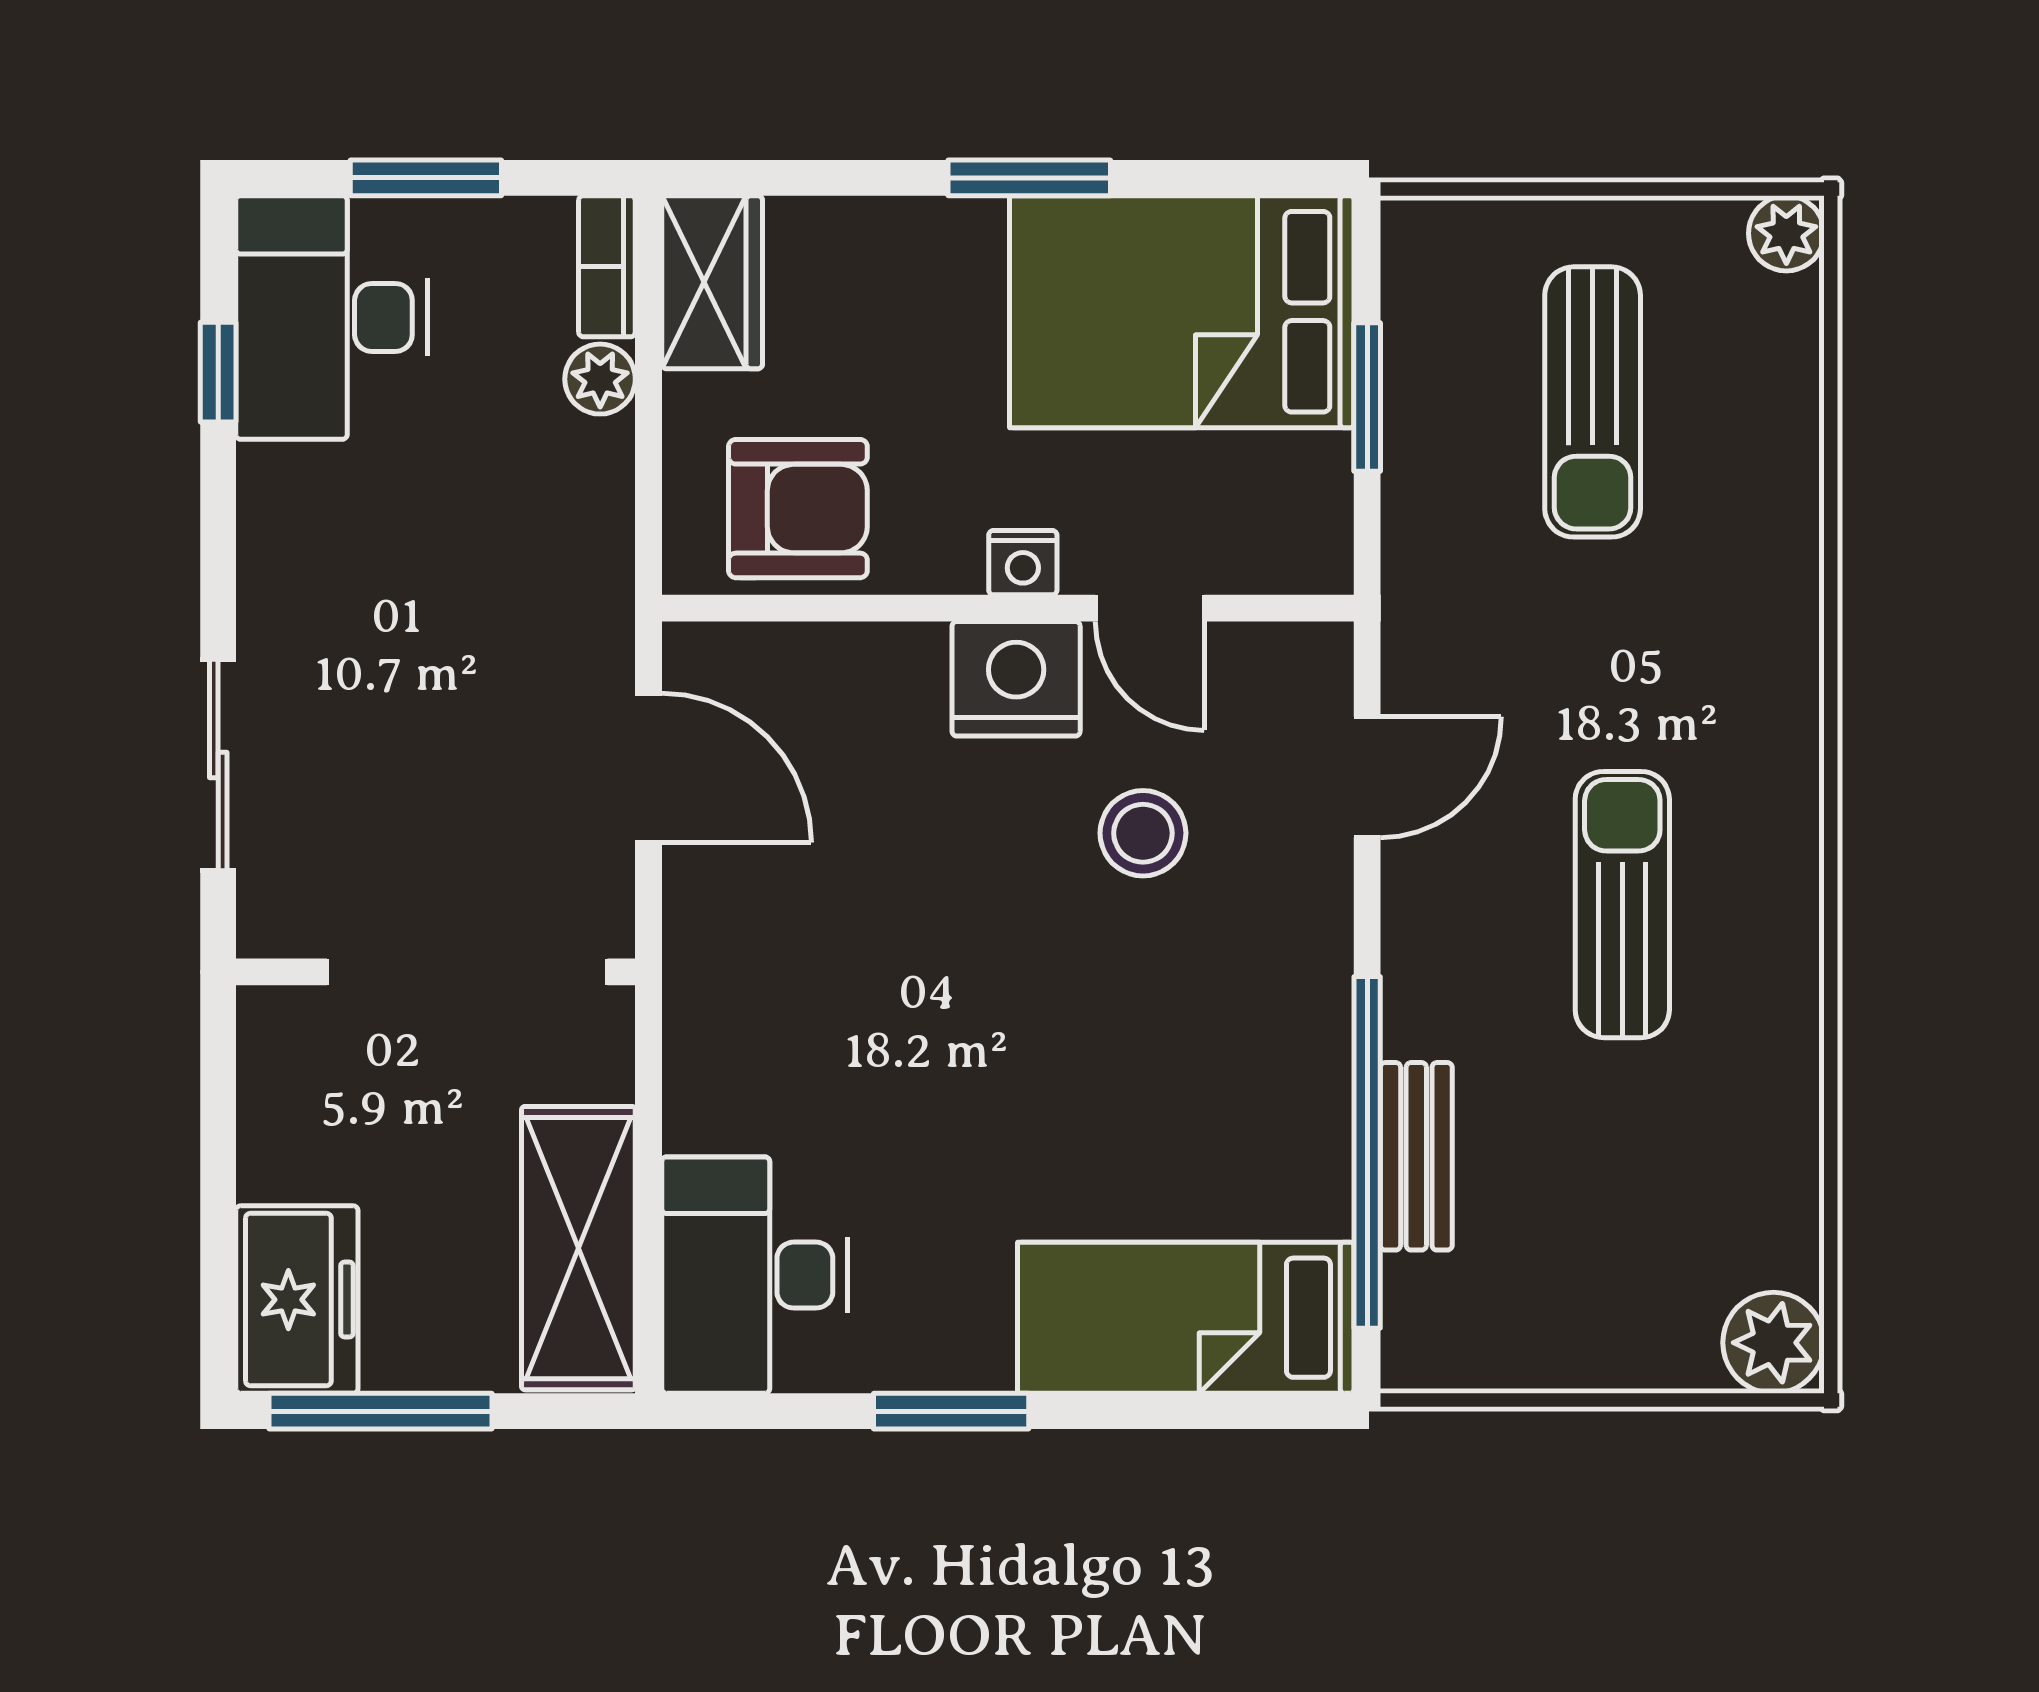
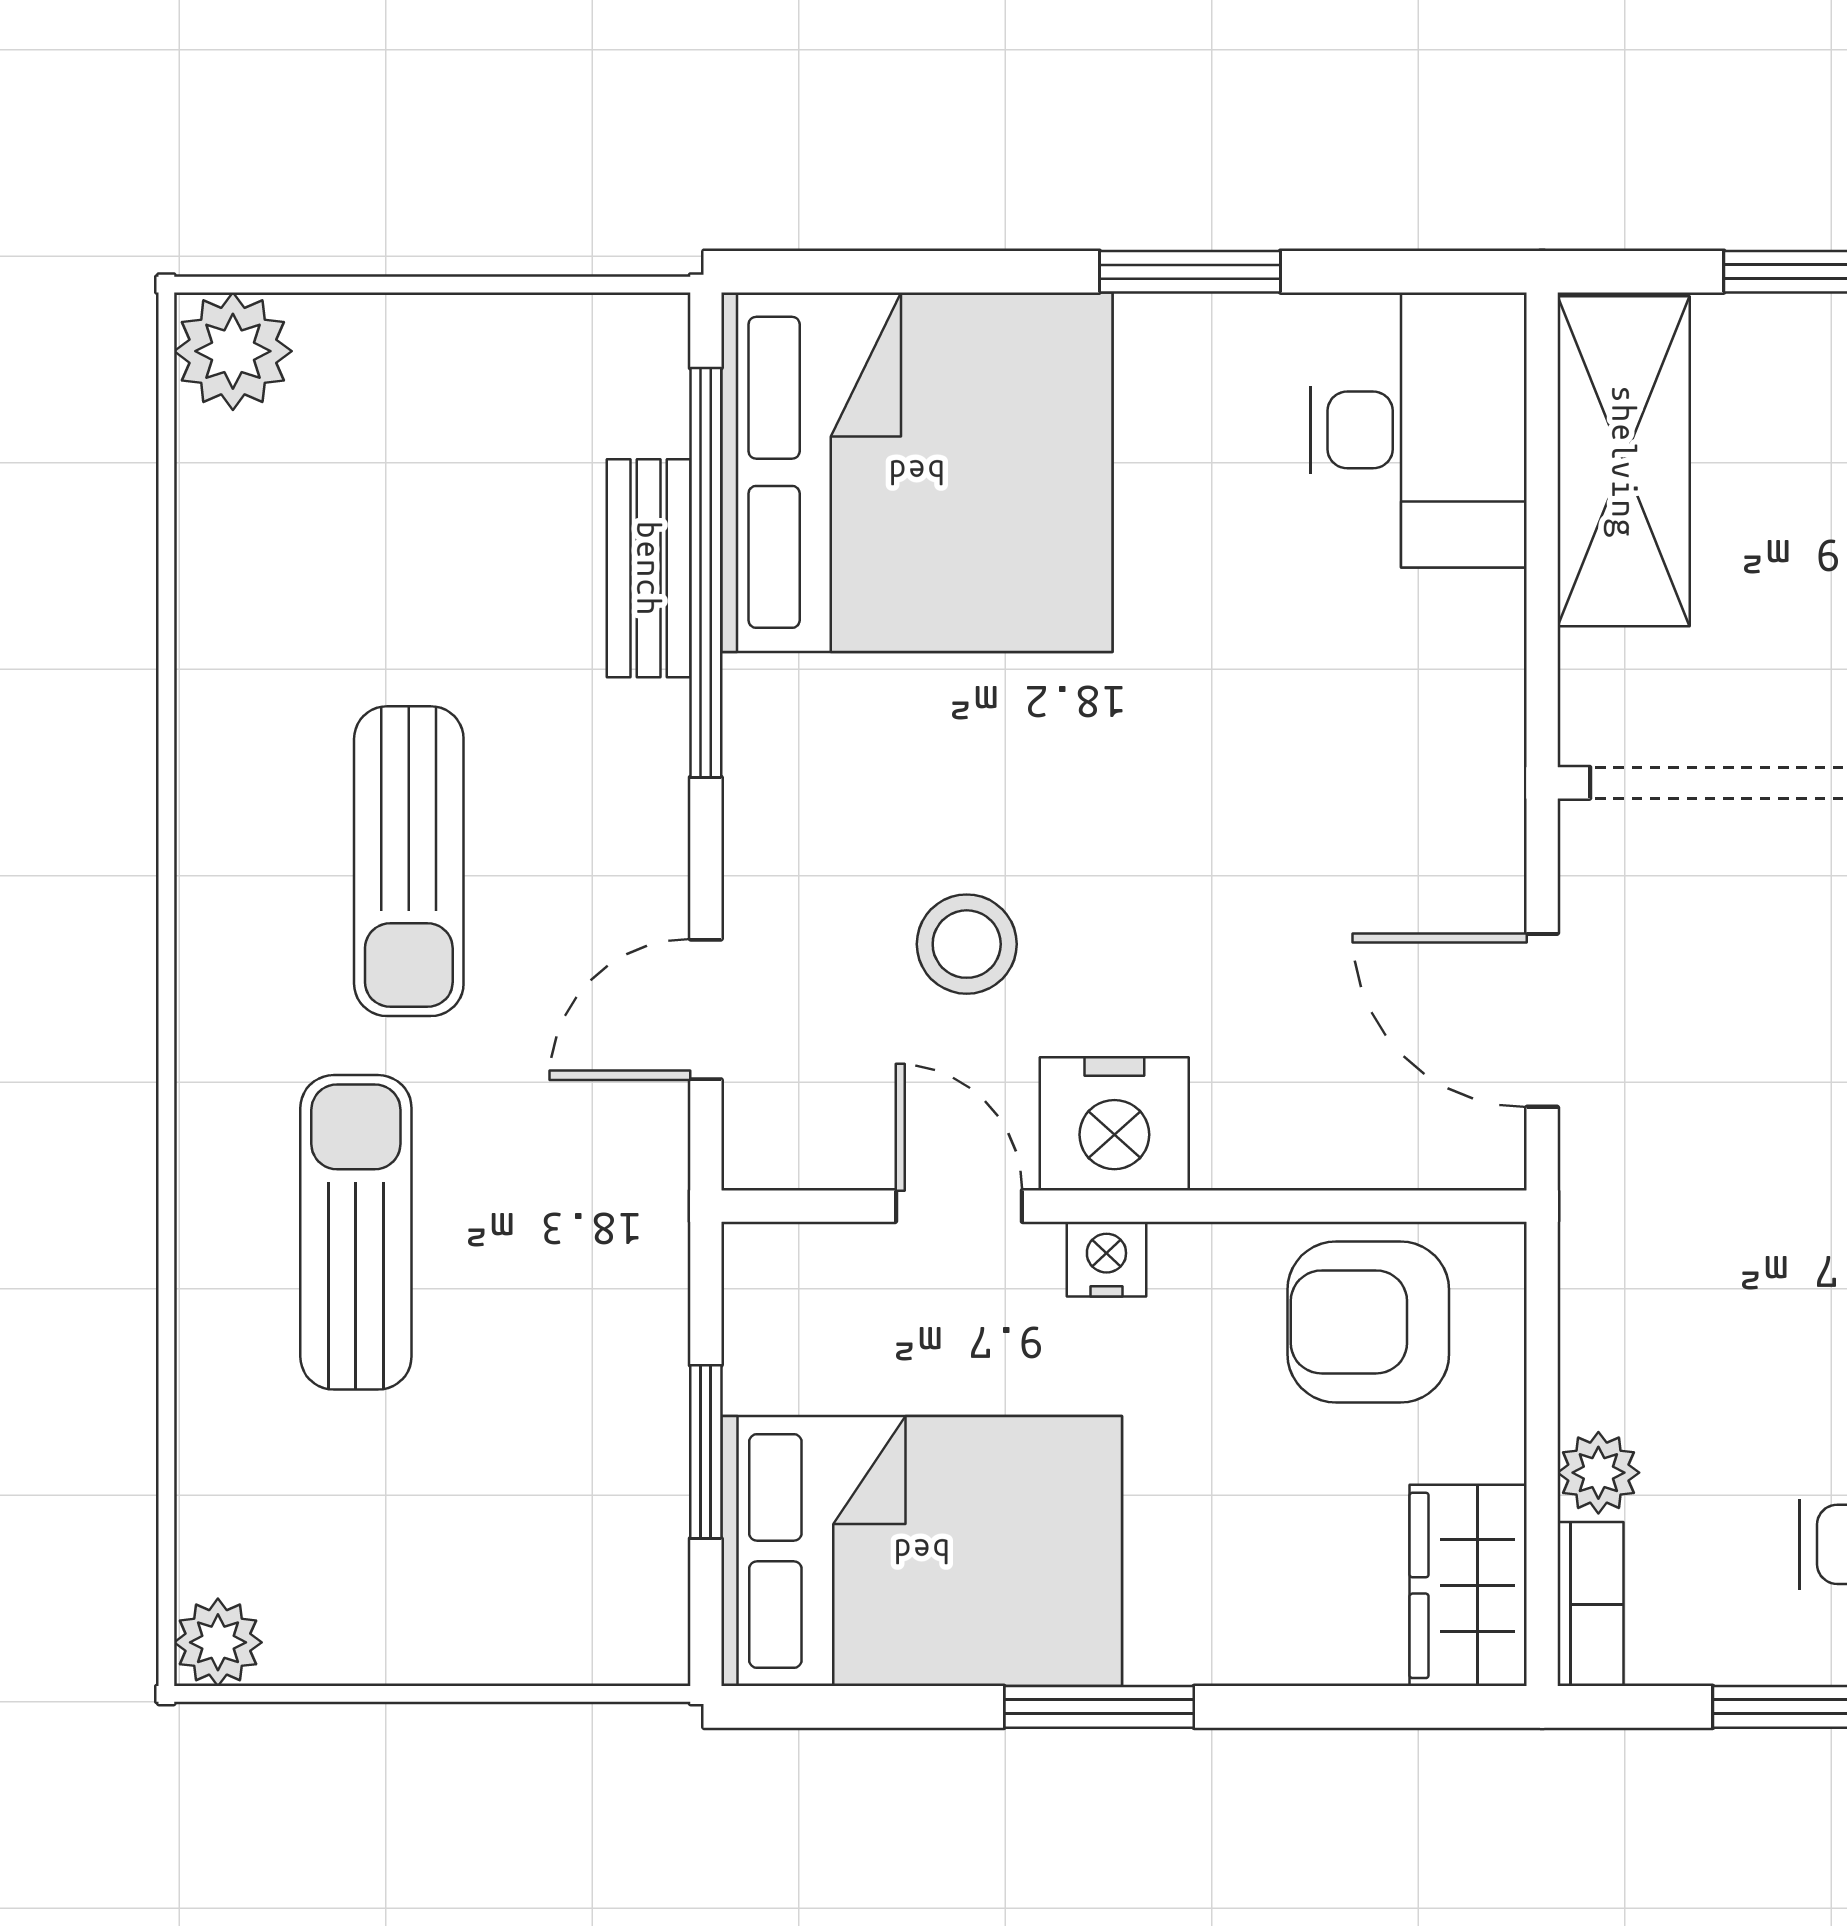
sun lounger: (1593, 402) -> (356, 1232), moved
bed: (1186, 1318) -> (917, 472), width x2.04

